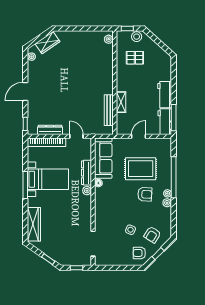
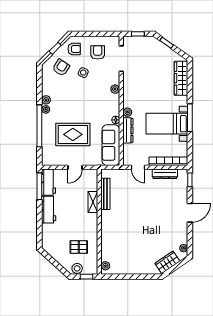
armchair: (145, 194) -> (98, 52), moved, turned 87
plant: (99, 213) -> (115, 89), added

